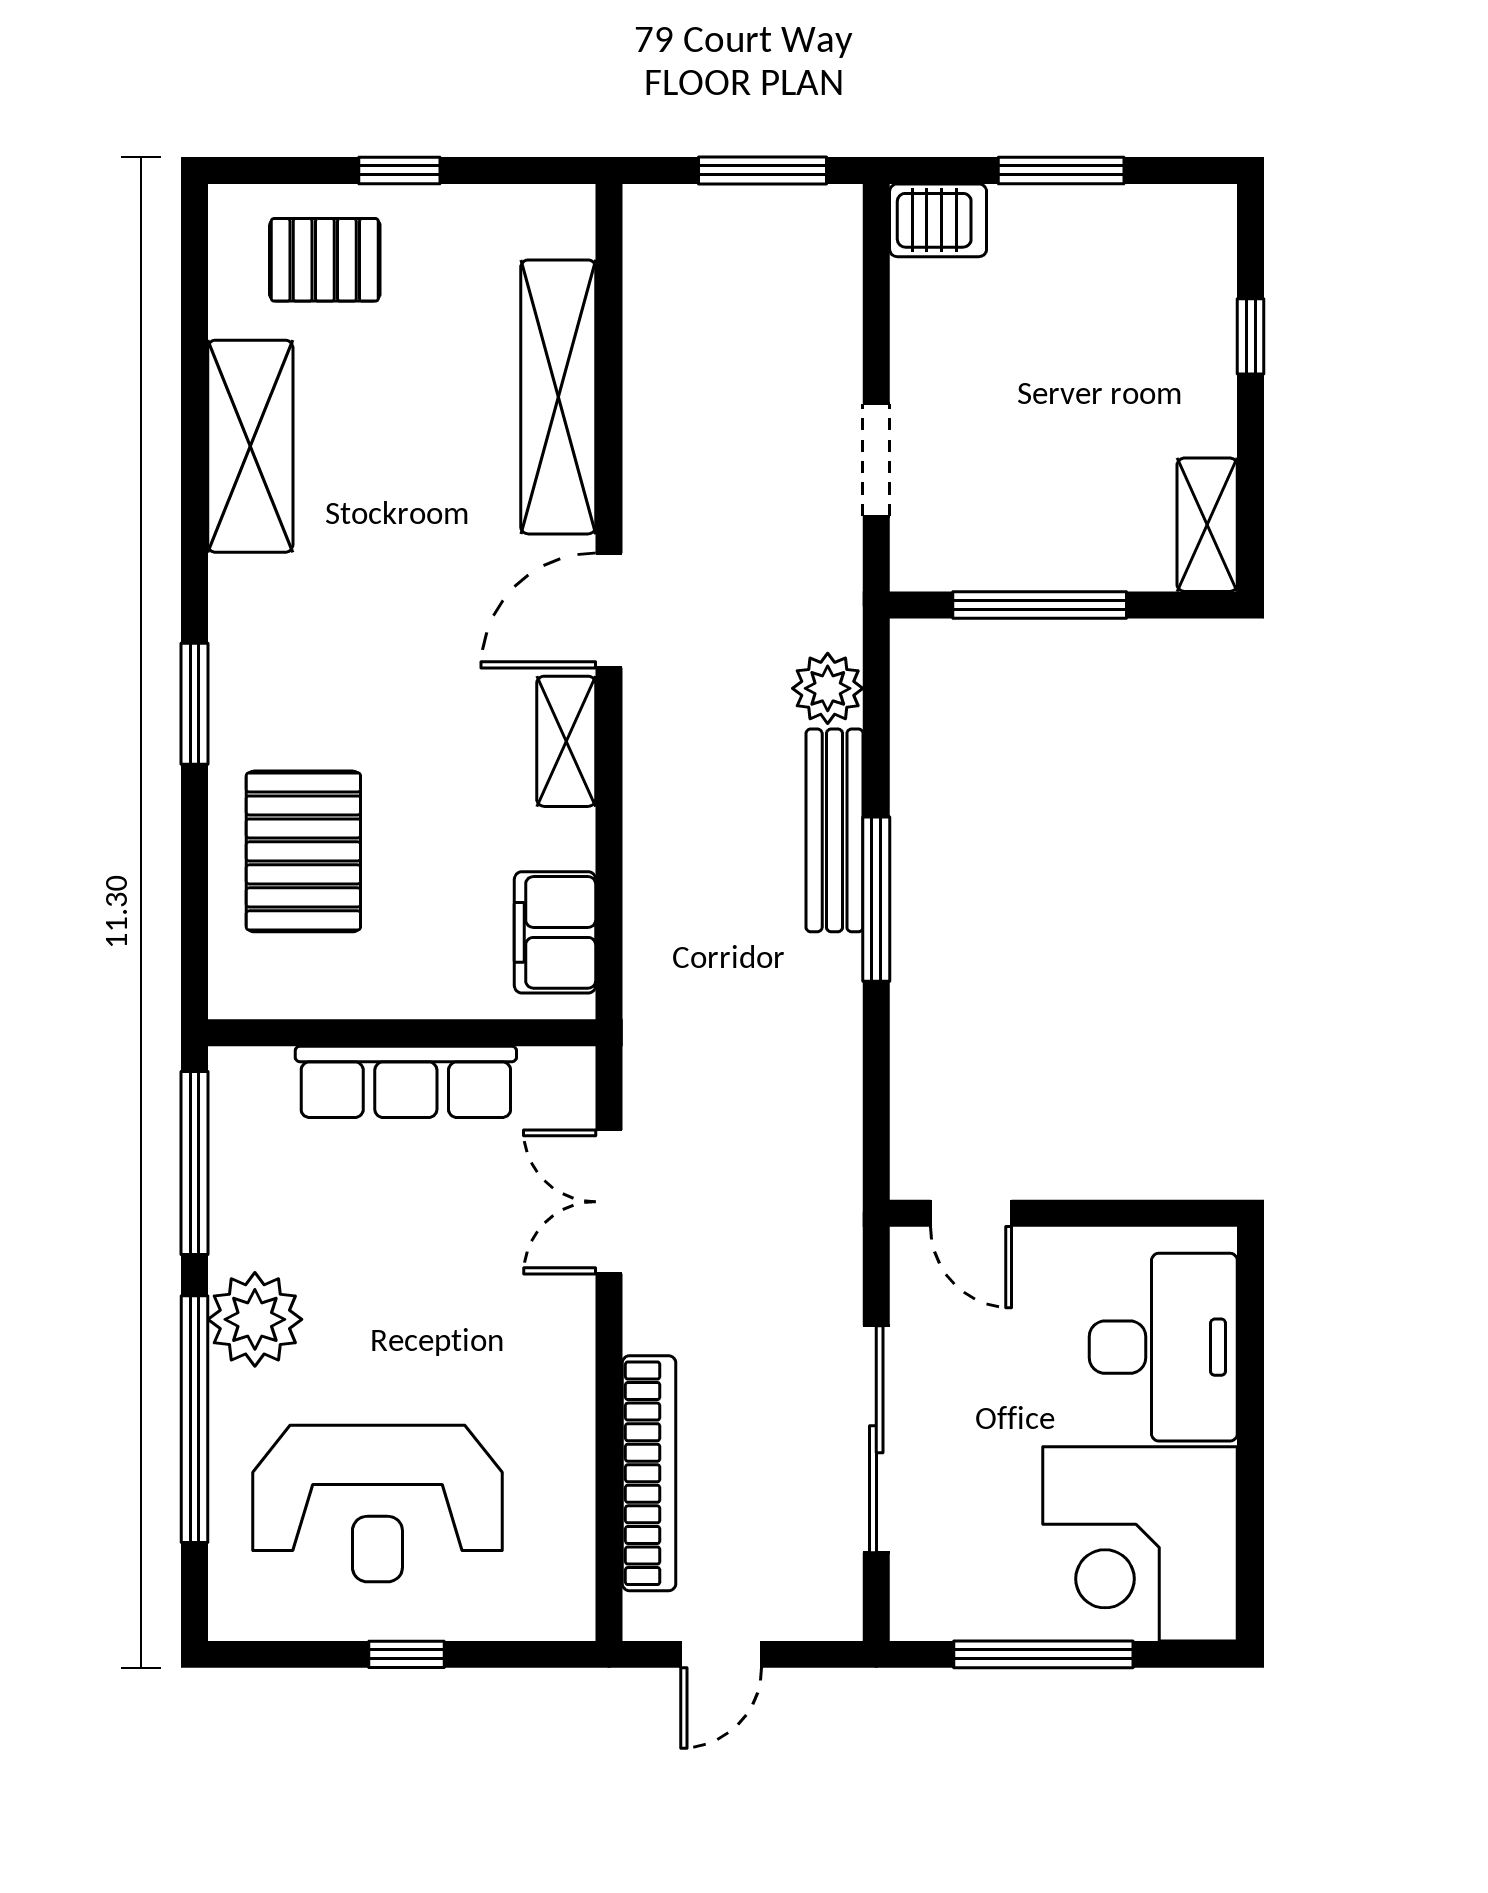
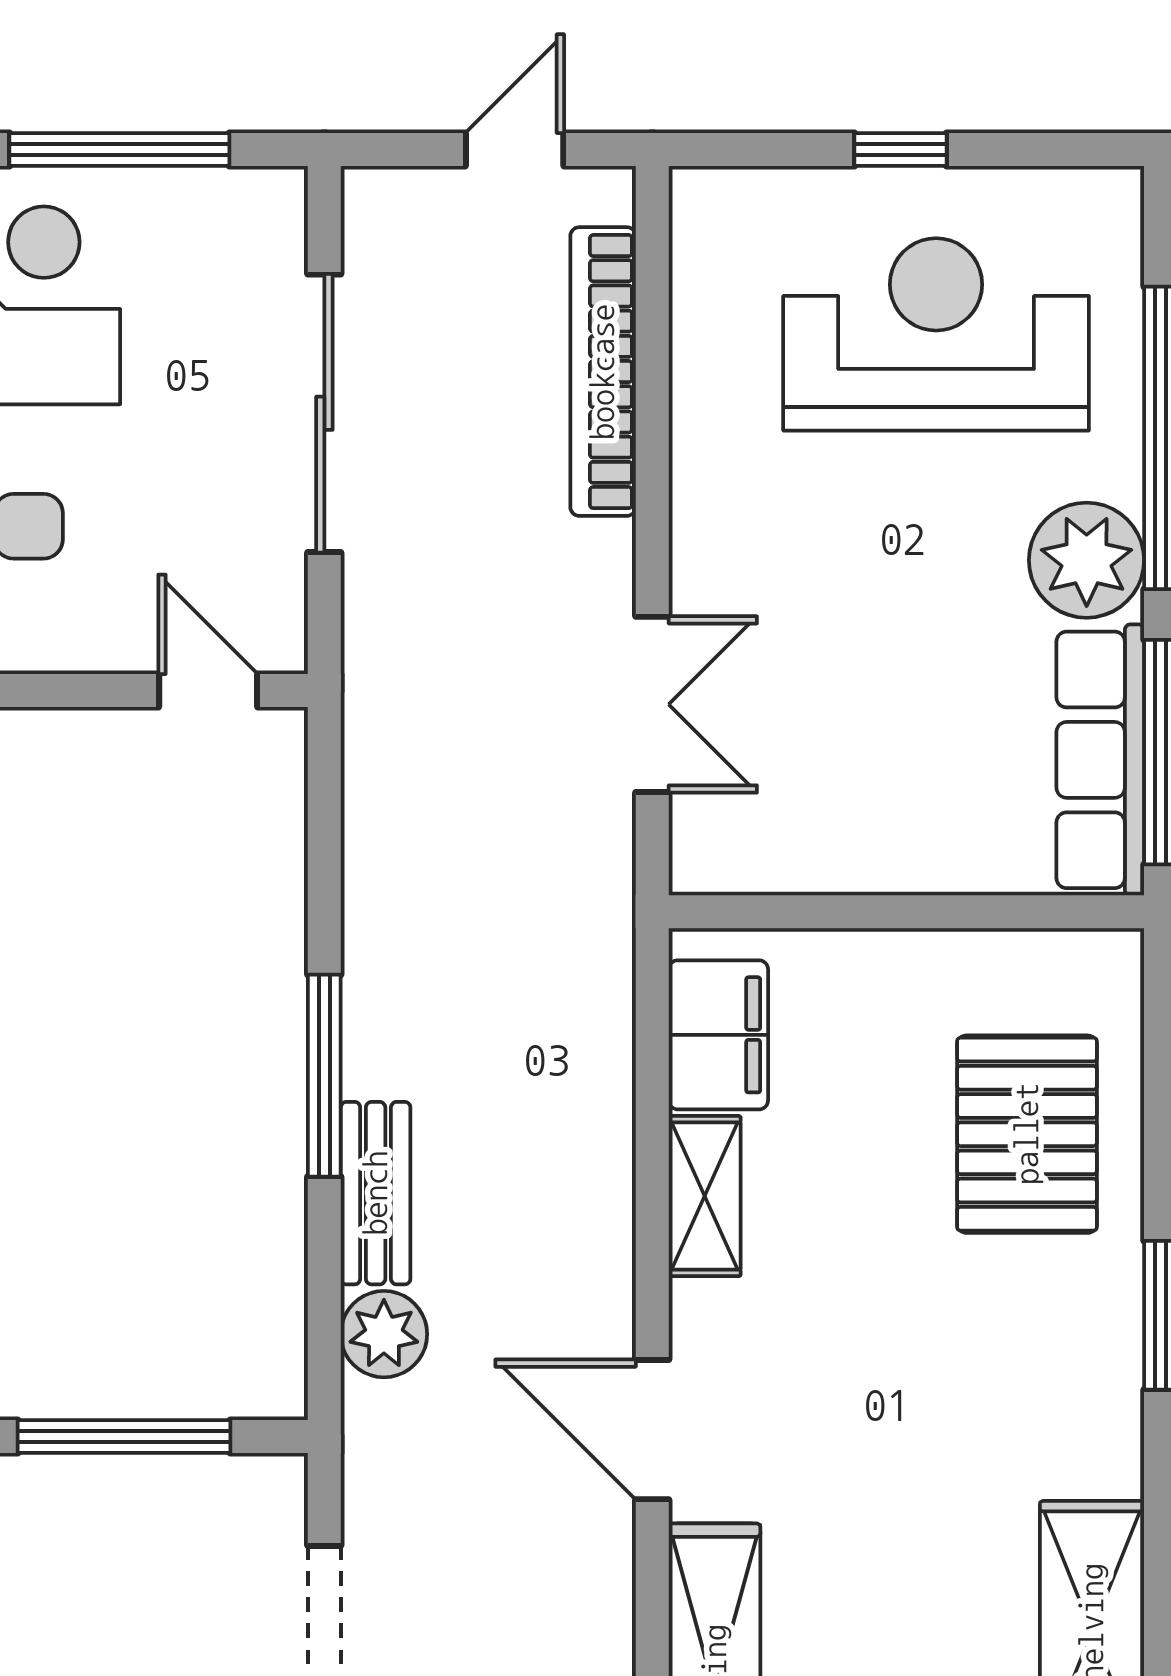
door: (609, 610) -> (652, 1430), swing flipped
shelving: (566, 741) -> (705, 1196), moved
bench: (835, 830) -> (376, 1193), width x0.73
row of seats: (406, 1082) -> (1100, 760), moved, turned -90

